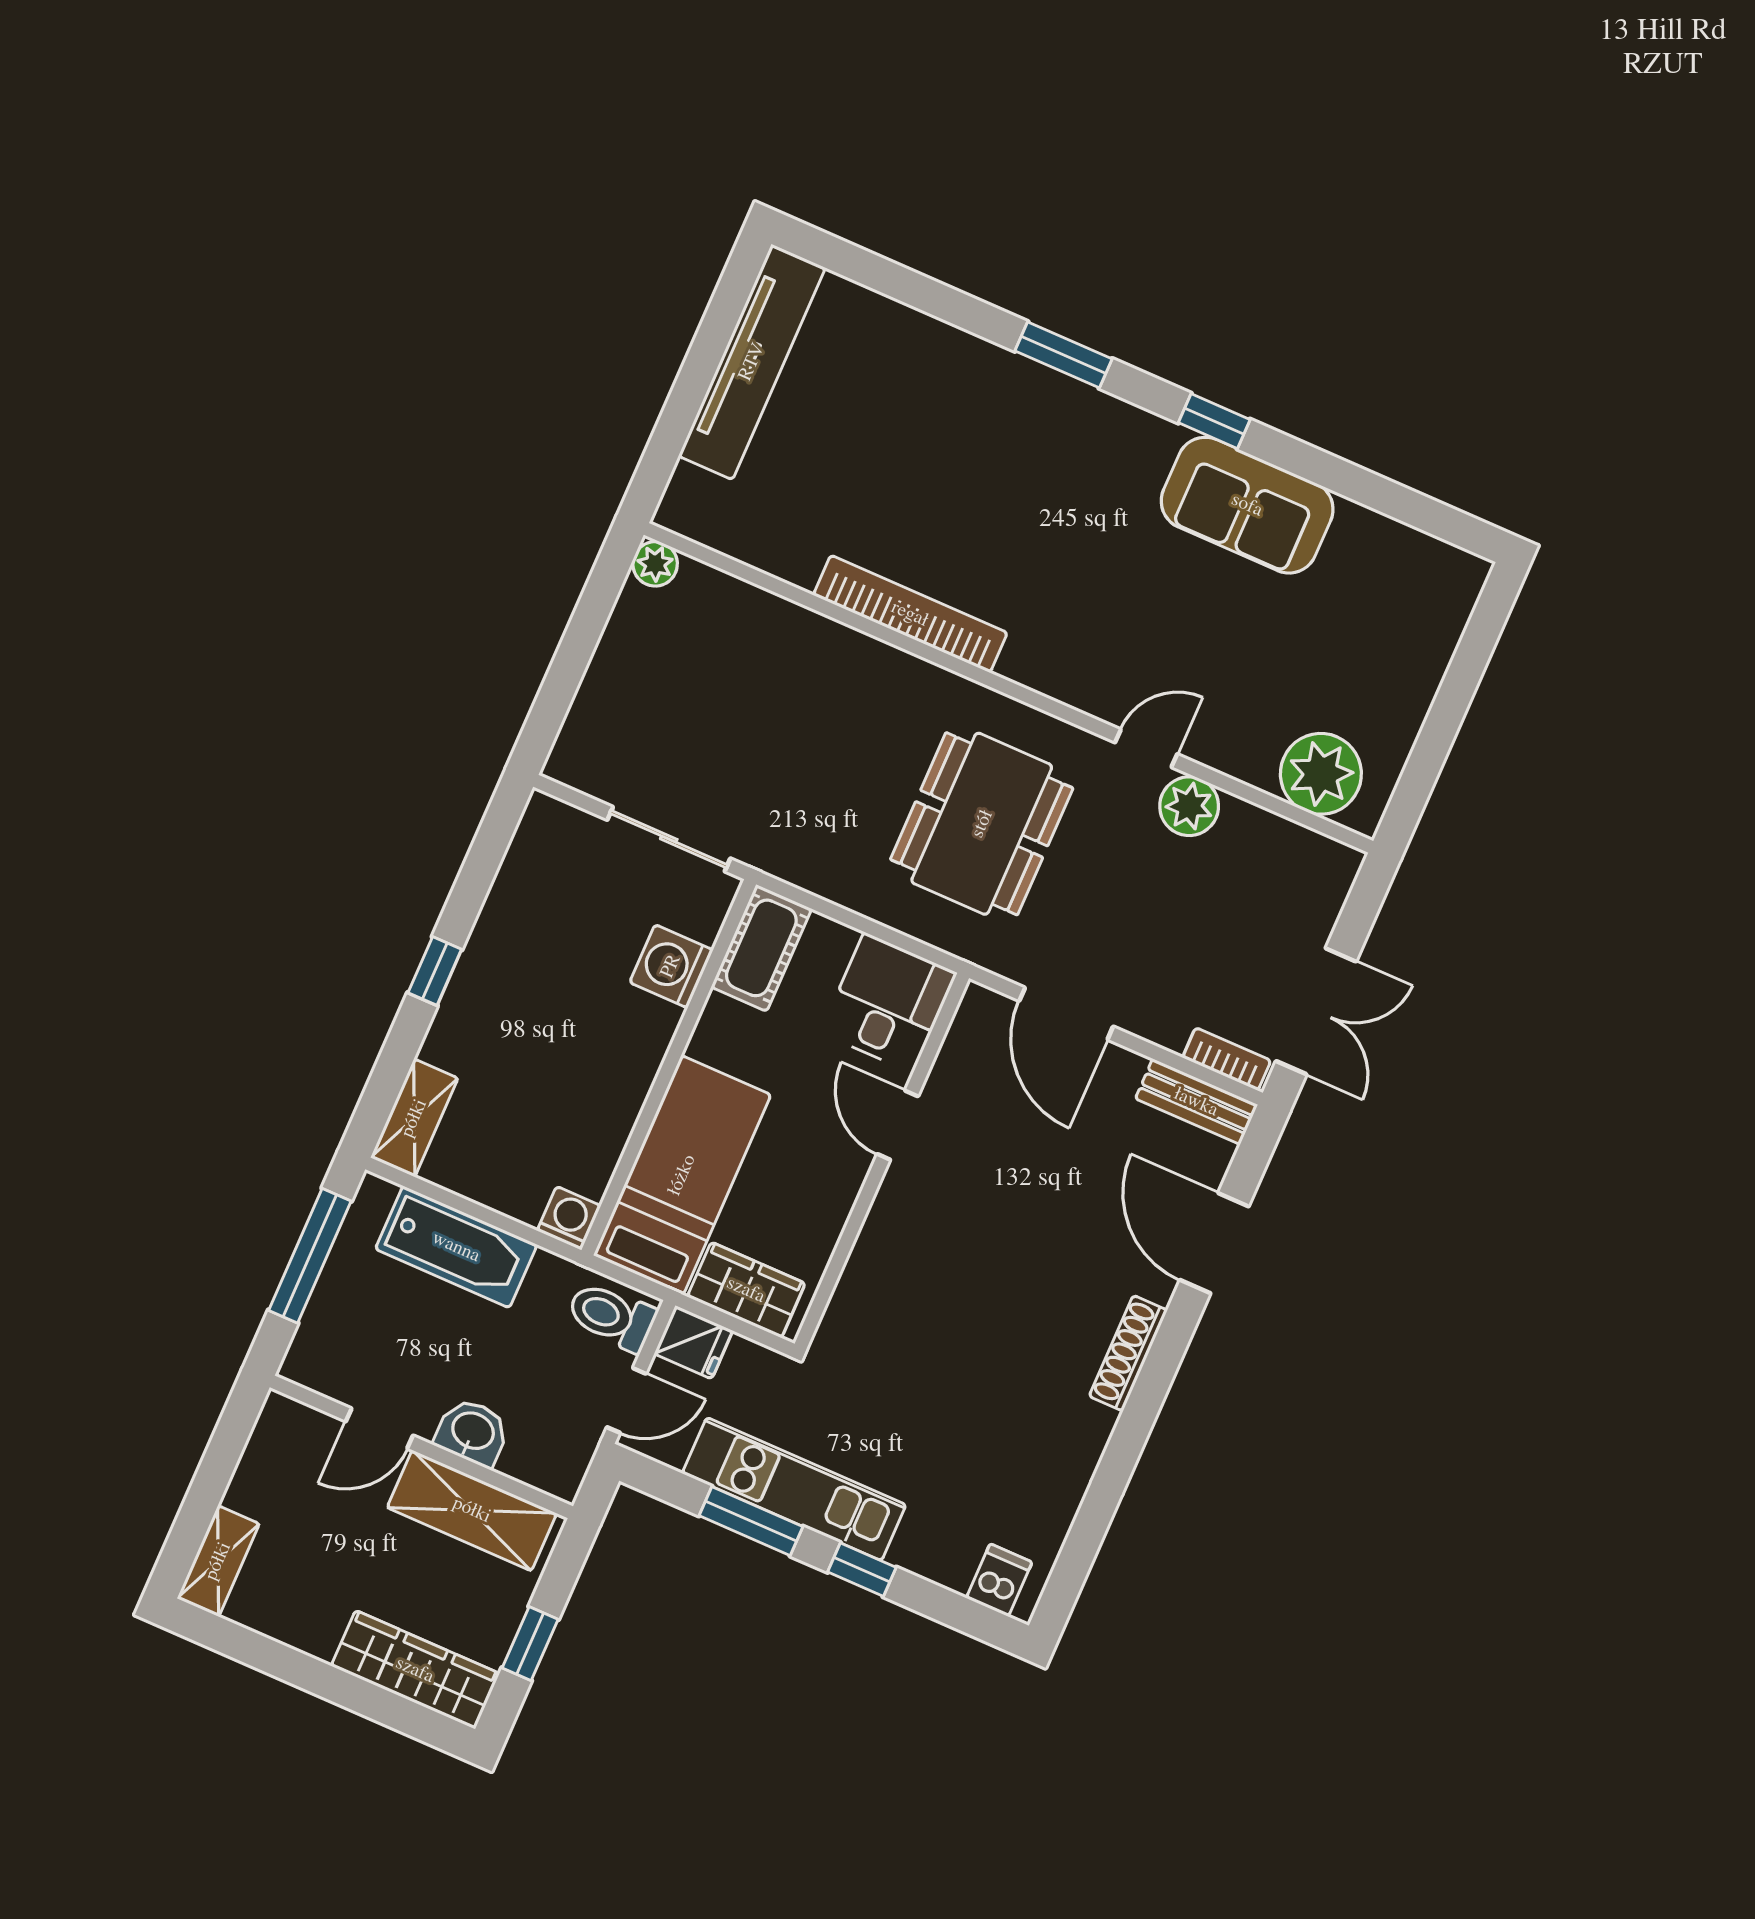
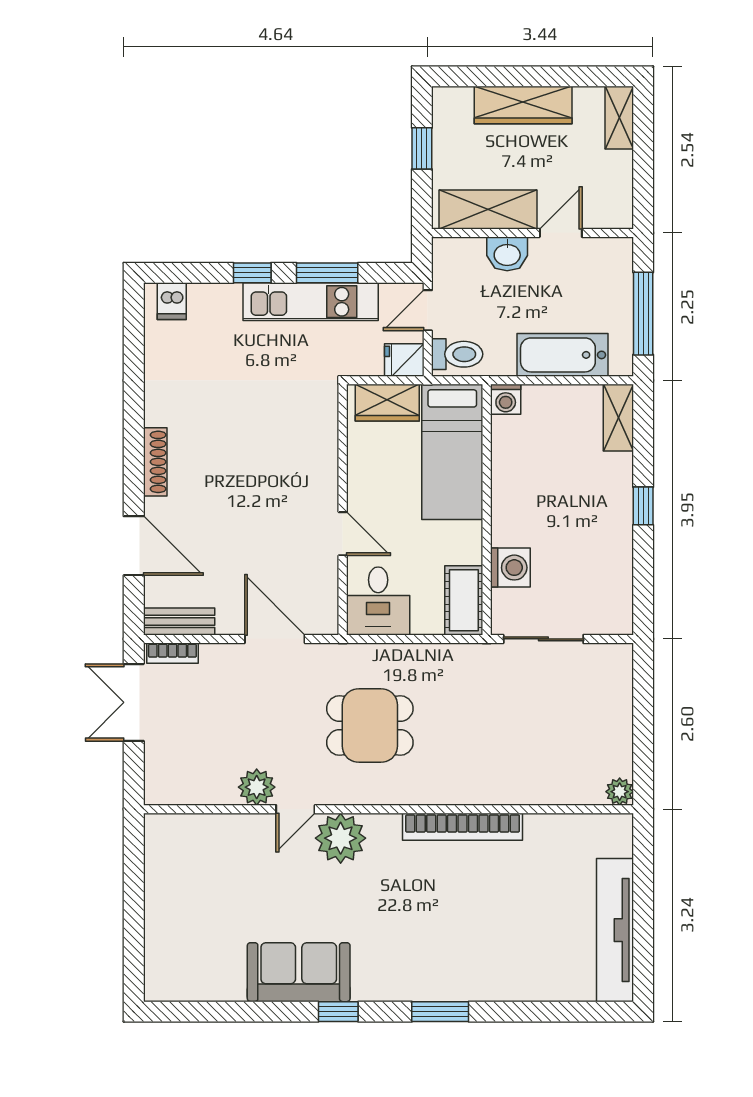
plant: (1321, 774) -> (341, 838), moved
dining table: (982, 824) -> (370, 726), width x0.73
wardrobe: (415, 1670) -> (523, 105), moved

